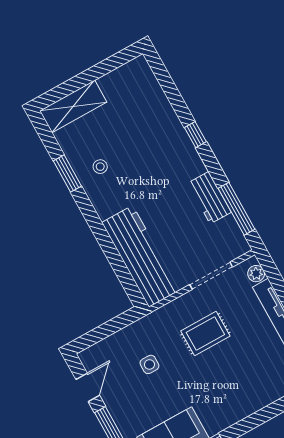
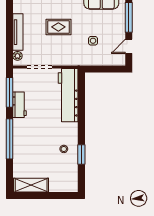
shelving: (73, 106) -> (31, 185), moved
window: (195, 135) -> (10, 139), width x3.17
rug: (205, 334) -> (58, 27), moved

